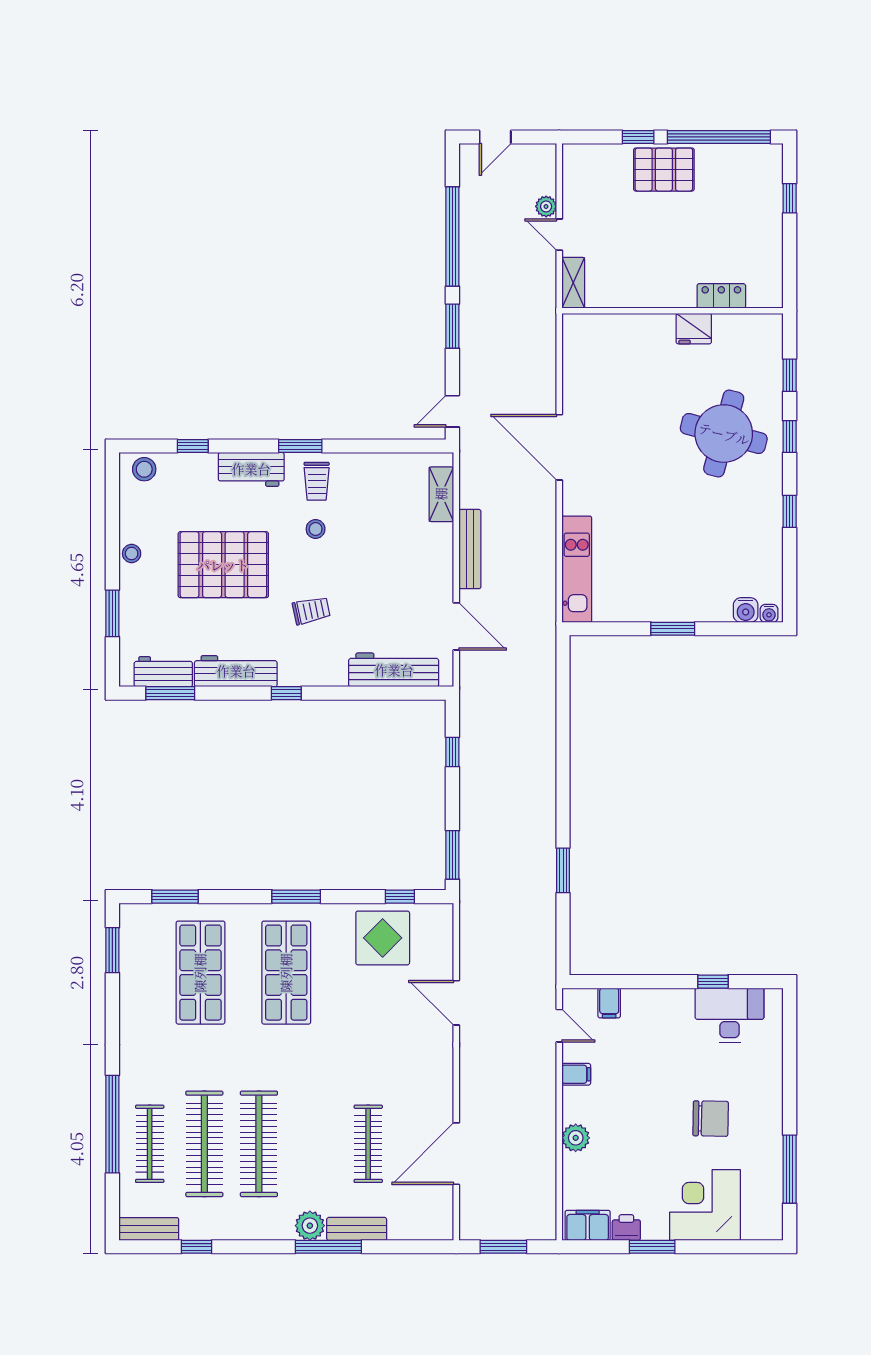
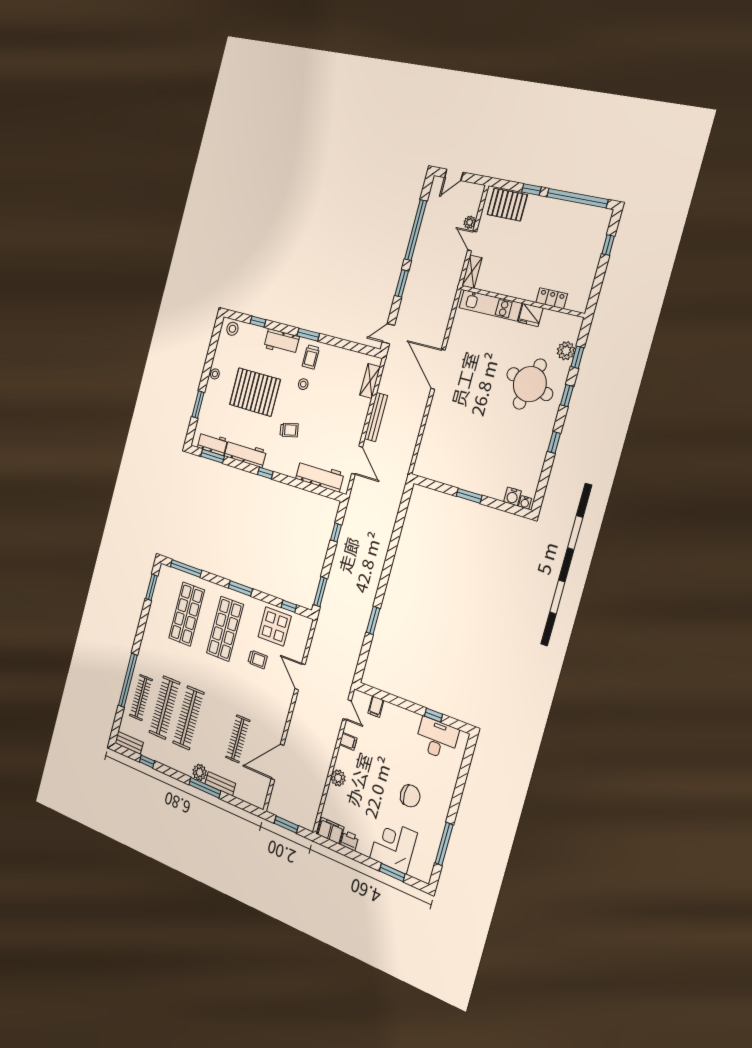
pallet: (664, 170) -> (507, 205), moved
plant: (768, 370) -> (566, 351), added
kitchen unit: (577, 569) -> (490, 305), moved, turned 90
window: (175, 897) -> (186, 568), width x1.44
trolley: (366, 1002) -> (257, 659), added
window: (652, 1247) -> (392, 872), moved

